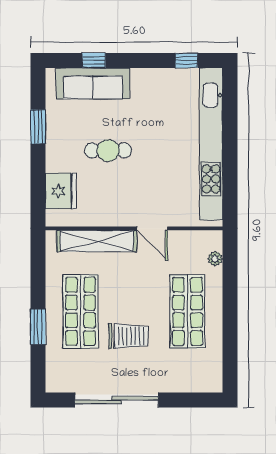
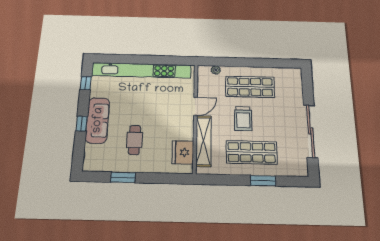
window: (94, 60) -> (82, 123), moved
sofa: (93, 83) -> (98, 120), moved
cafe table: (108, 150) -> (135, 140), moved
fridge: (61, 191) -> (183, 152), moved, turned -90
trolley: (128, 336) -> (243, 119), moved, turned 180

